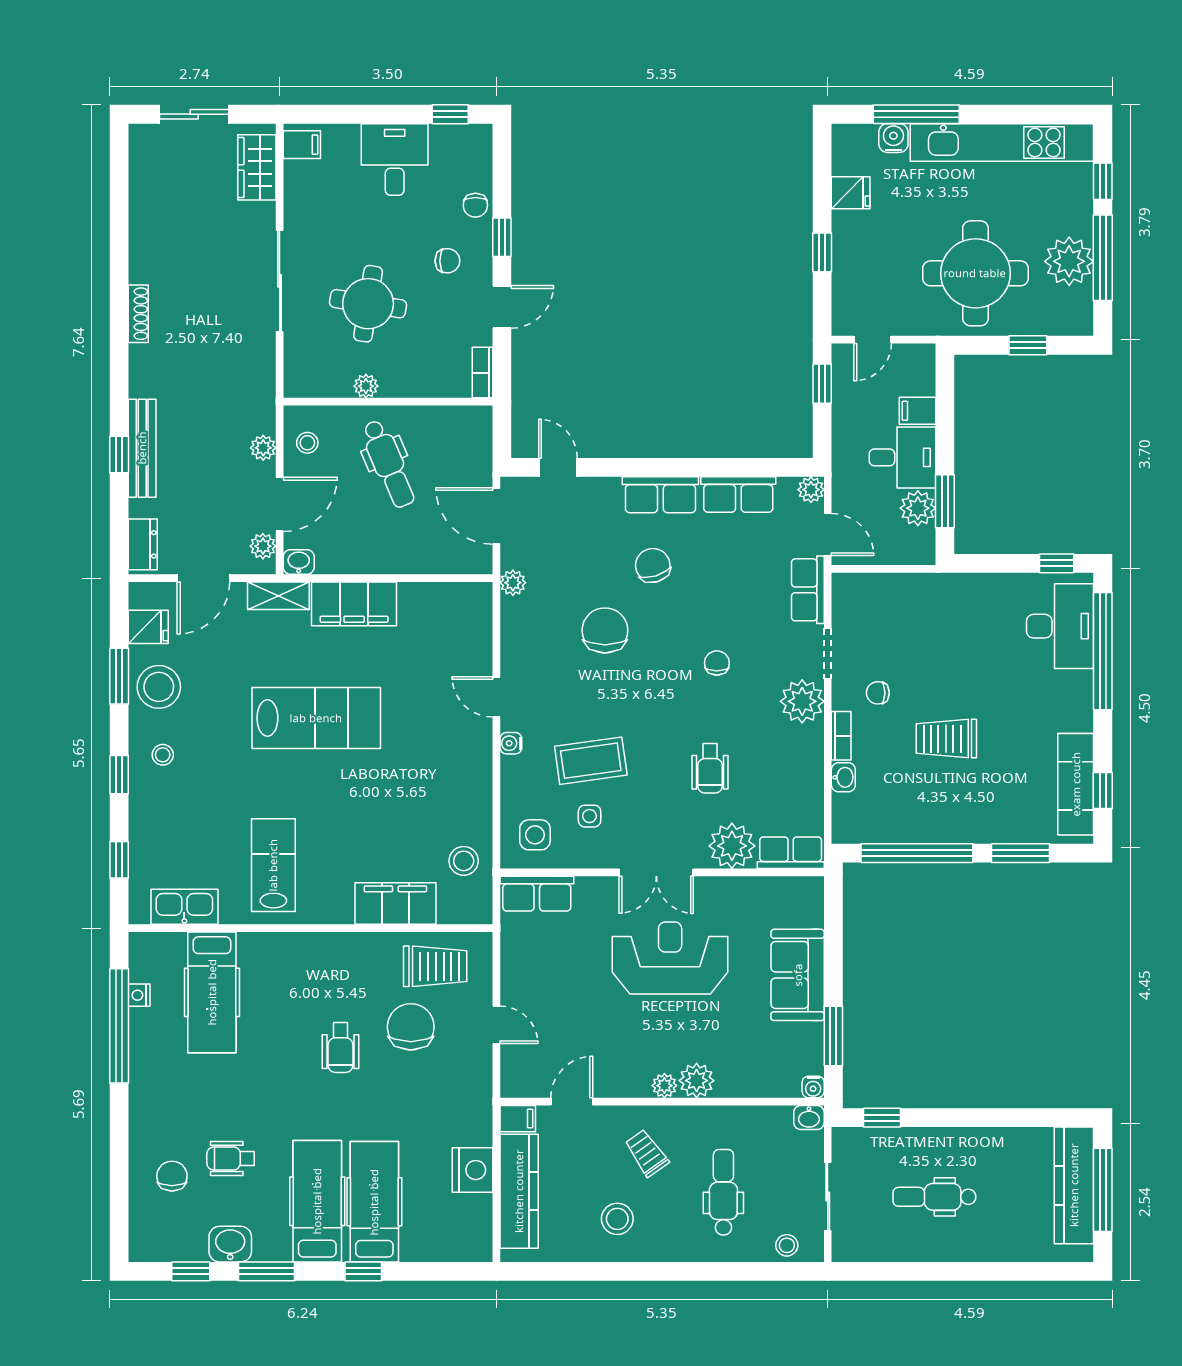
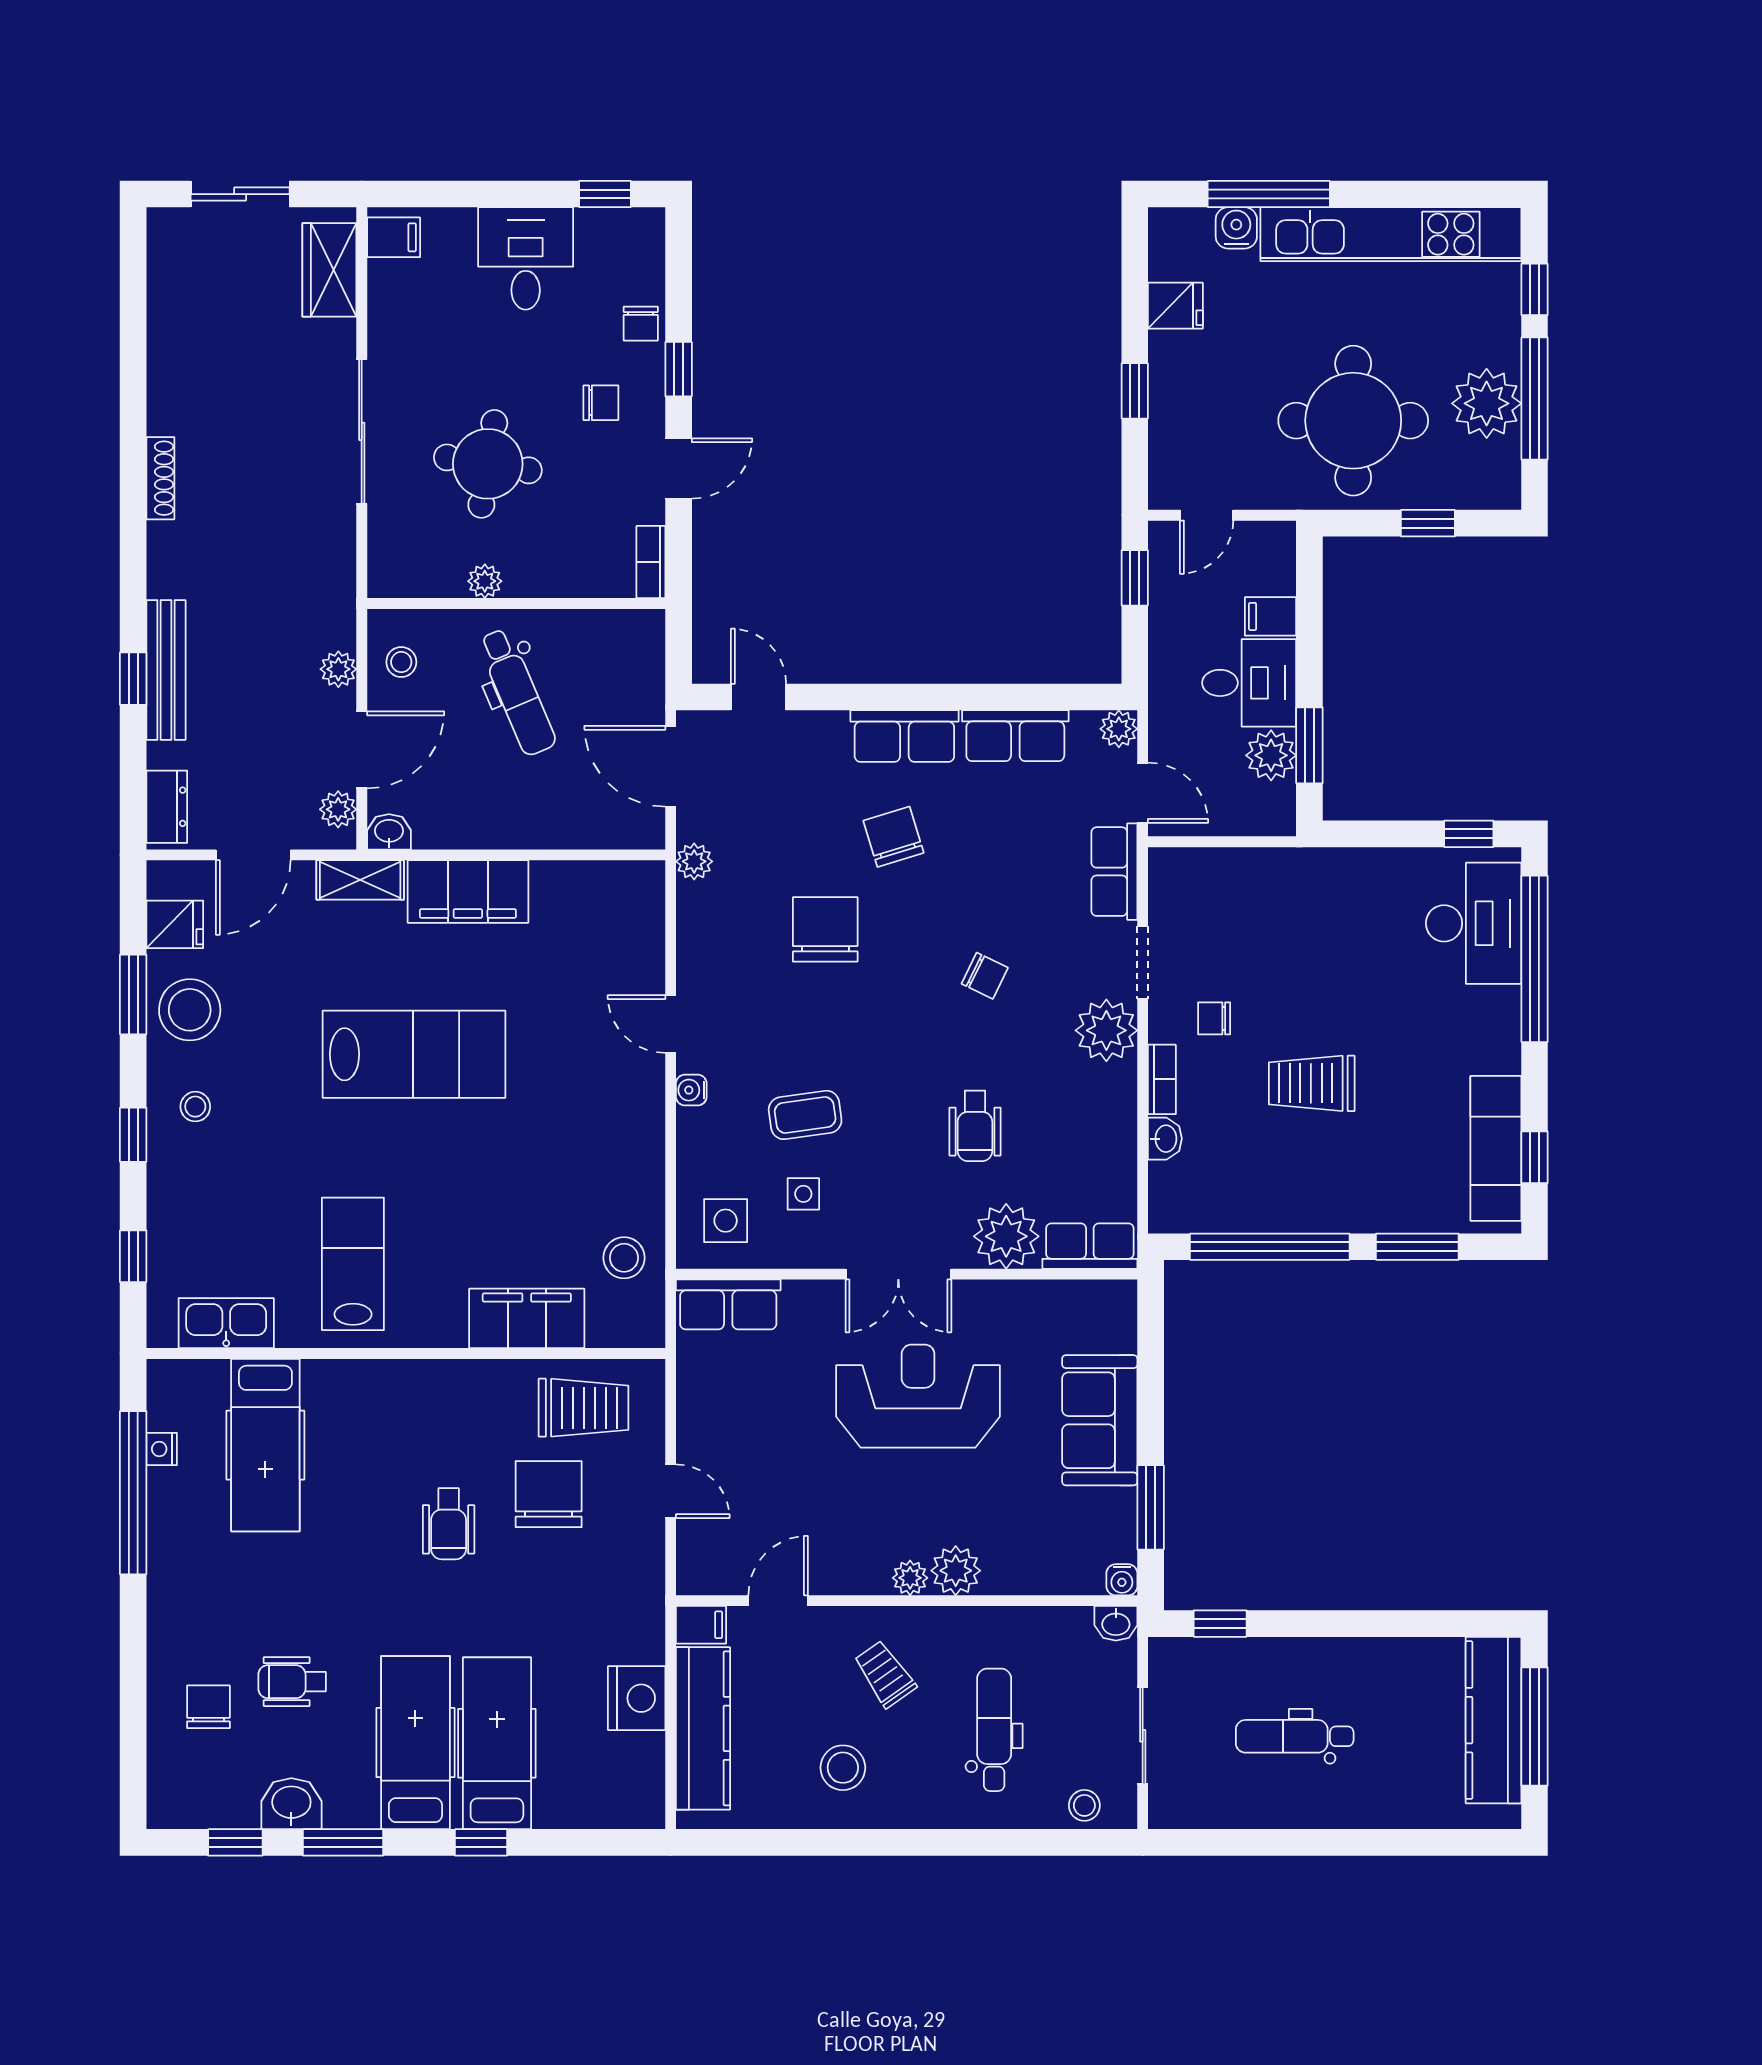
chair: (717, 663) -> (985, 976), turned 116
coffee table: (591, 761) -> (805, 1115), width x0.73, depth x0.77

